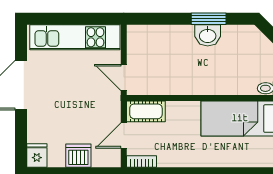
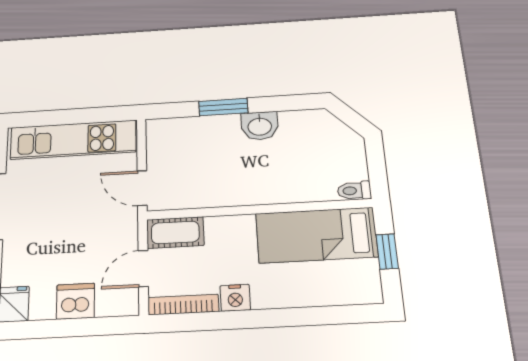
window: (209, 19) -> (223, 107), moved
nightstand: (184, 159) -> (235, 298), added
bookcase: (142, 162) -> (183, 305), width x1.56

